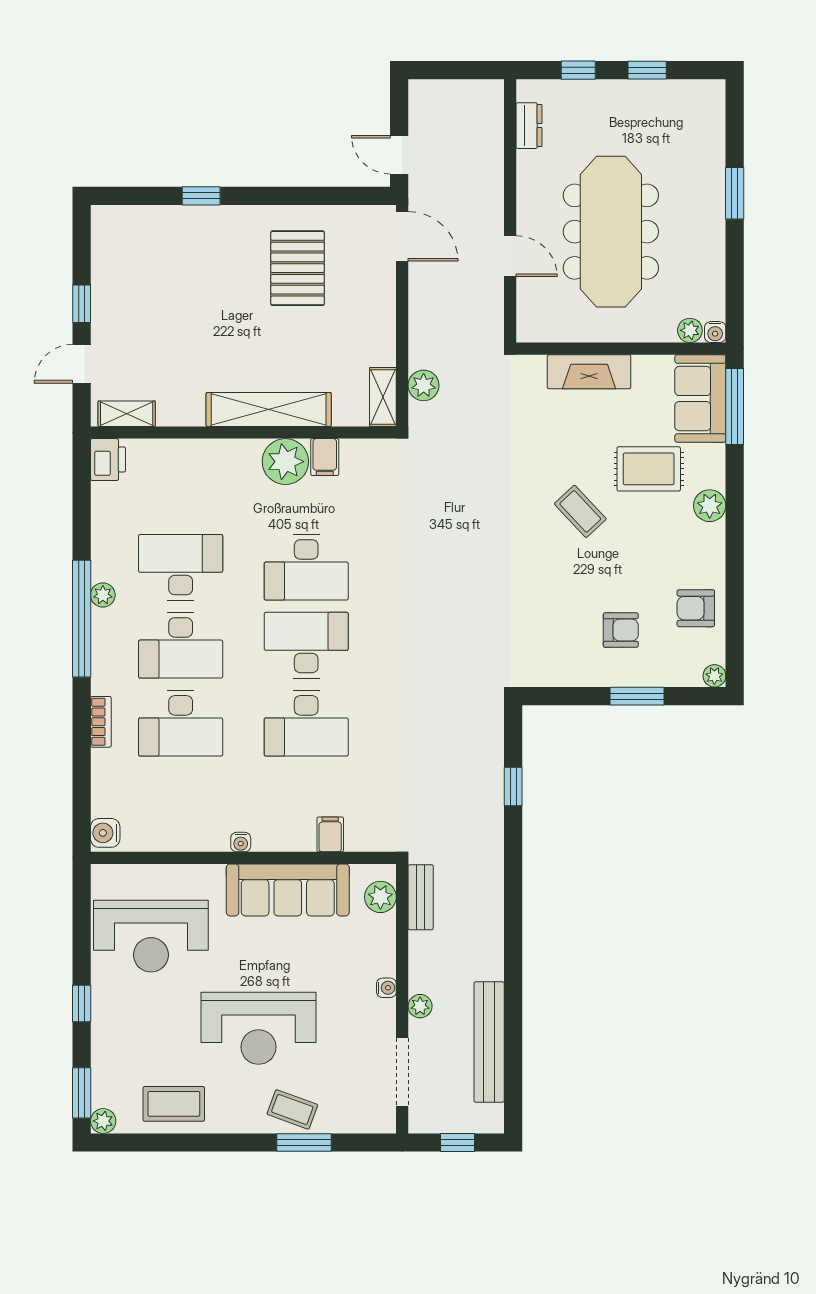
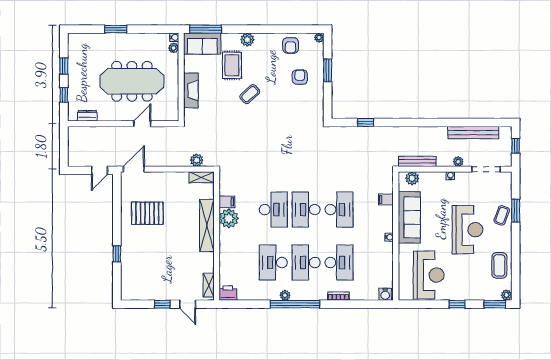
desk: (181, 645) -> (306, 262), turned 180
bench: (421, 897) -> (417, 161), width x1.36

